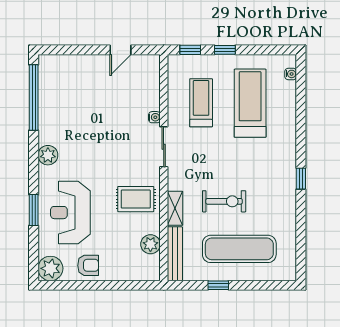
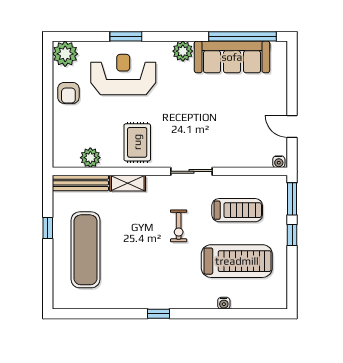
window: (190, 50) -> (292, 199), width x1.50
water cooler: (291, 74) -> (224, 303), moved
sofa: (53, 108) -> (232, 57), added
water cooler: (154, 117) -> (279, 162), moved
exercise bike: (224, 201) -> (179, 226), moved, width x0.73, depth x0.72

